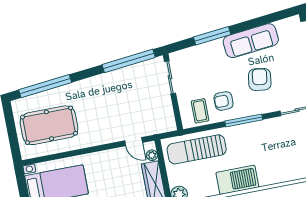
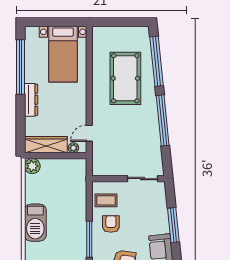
window: (129, 61) -> (163, 120), moved
pool table: (49, 125) -> (125, 78), moved
sun lounger: (197, 149) -> (71, 190), removed

